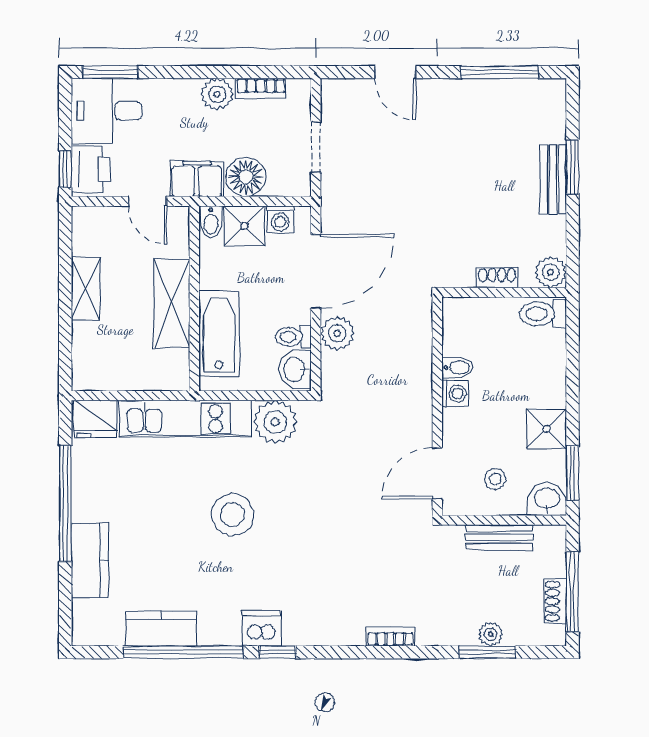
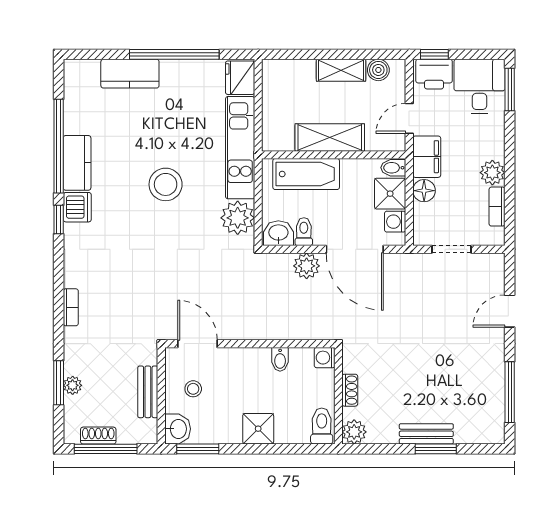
floor lamp: (246, 177) -> (424, 191), width x0.73, depth x0.73
boiler: (85, 241) -> (378, 70), added
washing machine: (455, 393) -> (325, 358), moved, turned 90
shower: (547, 429) -> (258, 429), moved
kitchen counter: (161, 629) -> (77, 163), moved

